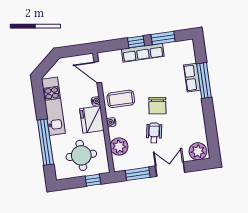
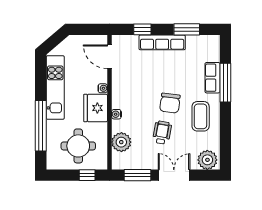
window: (136, 42) -> (142, 29), moved
coffee table: (121, 99) -> (201, 116), moved, turned 90

